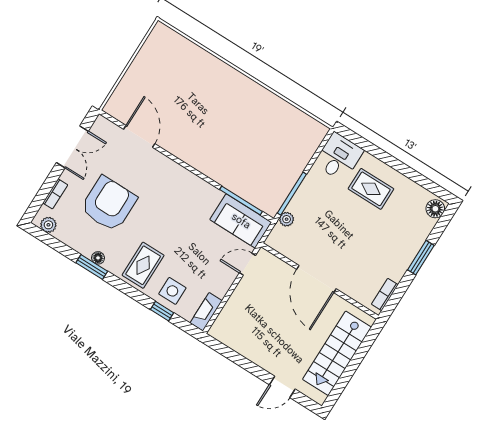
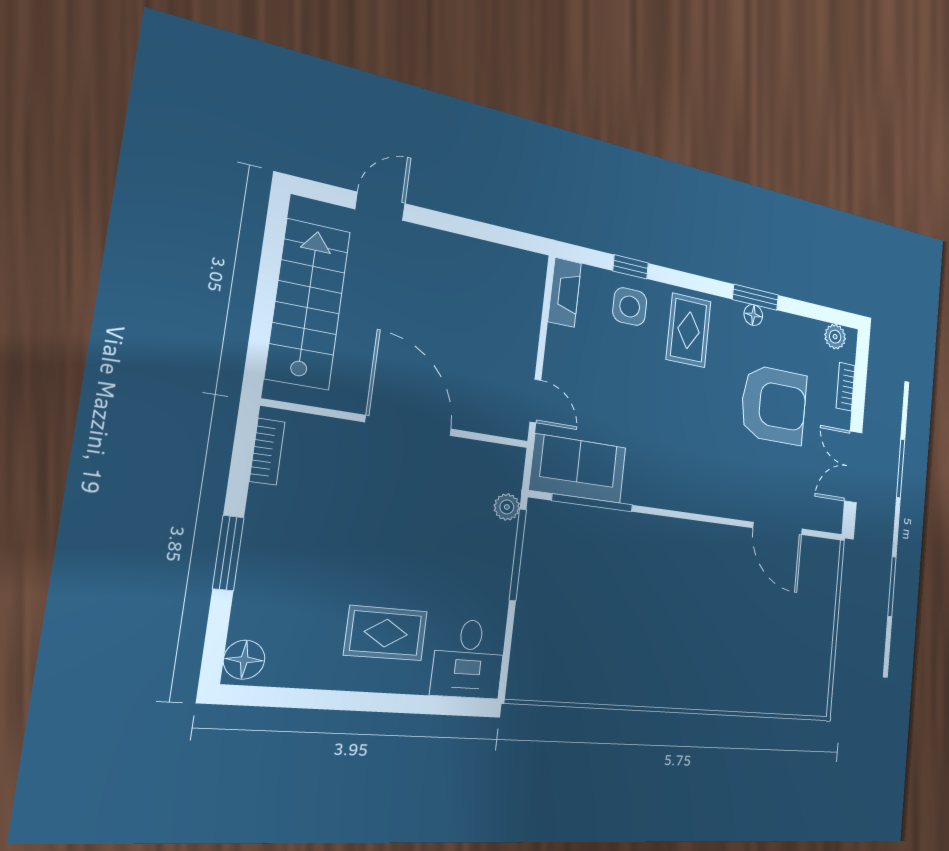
armchair: (109, 204) -> (774, 405), turned -90
door: (248, 264) -> (535, 401), hinge flipped

